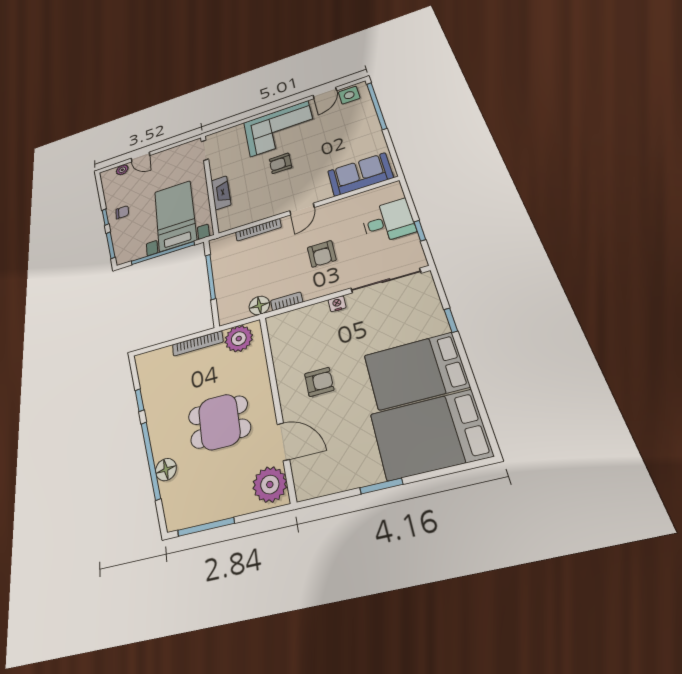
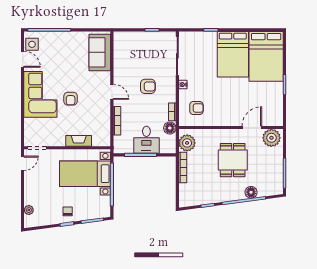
door: (140, 157) -> (23, 163), moved
desk: (388, 221) -> (146, 140), moved, turned 180
armchair: (319, 382) -> (196, 108), moved, turned 90

